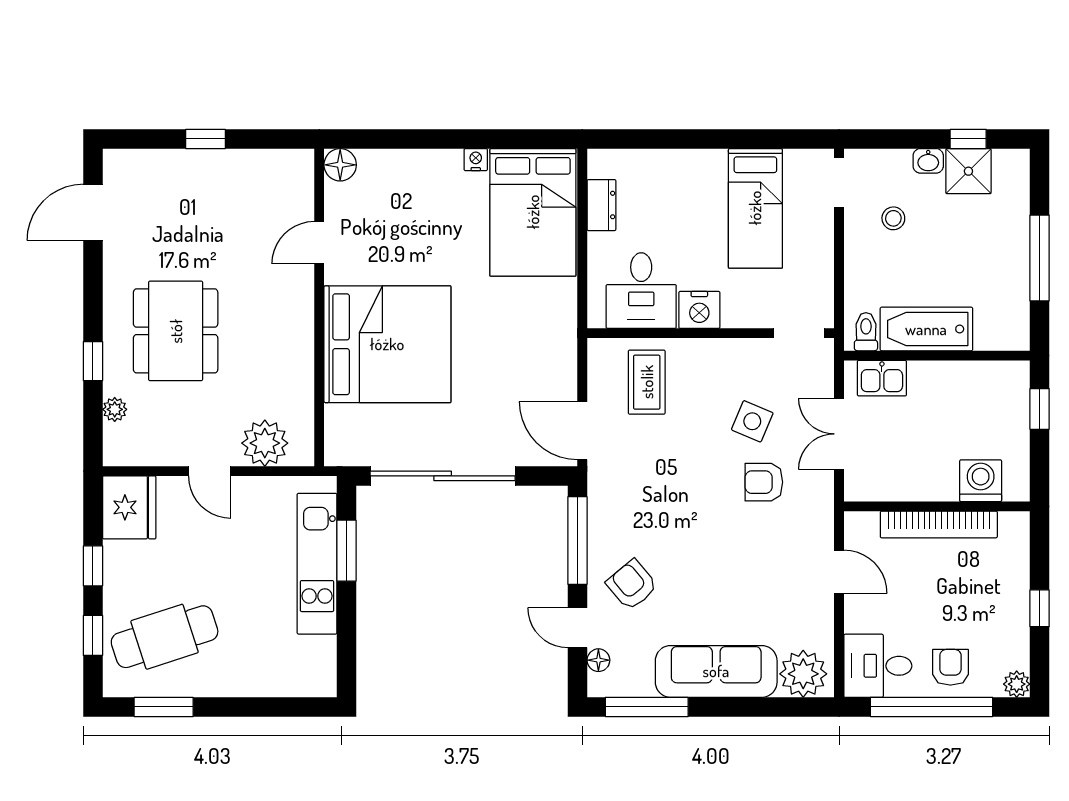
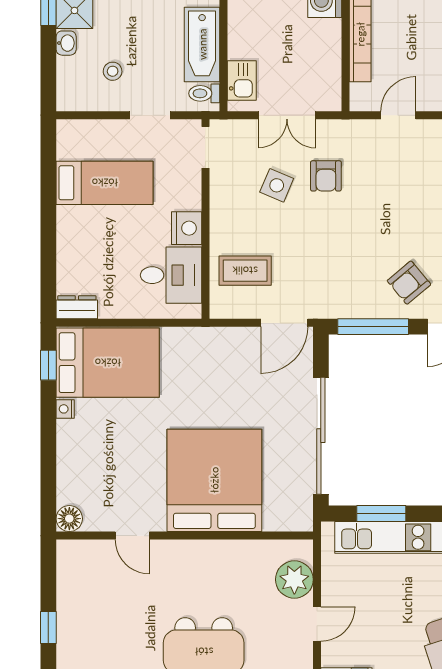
window: (530, 139) -> (48, 365), added
doorway: (839, 182) -> (150, 115), moved
dresser: (601, 205) -> (77, 307), moved

